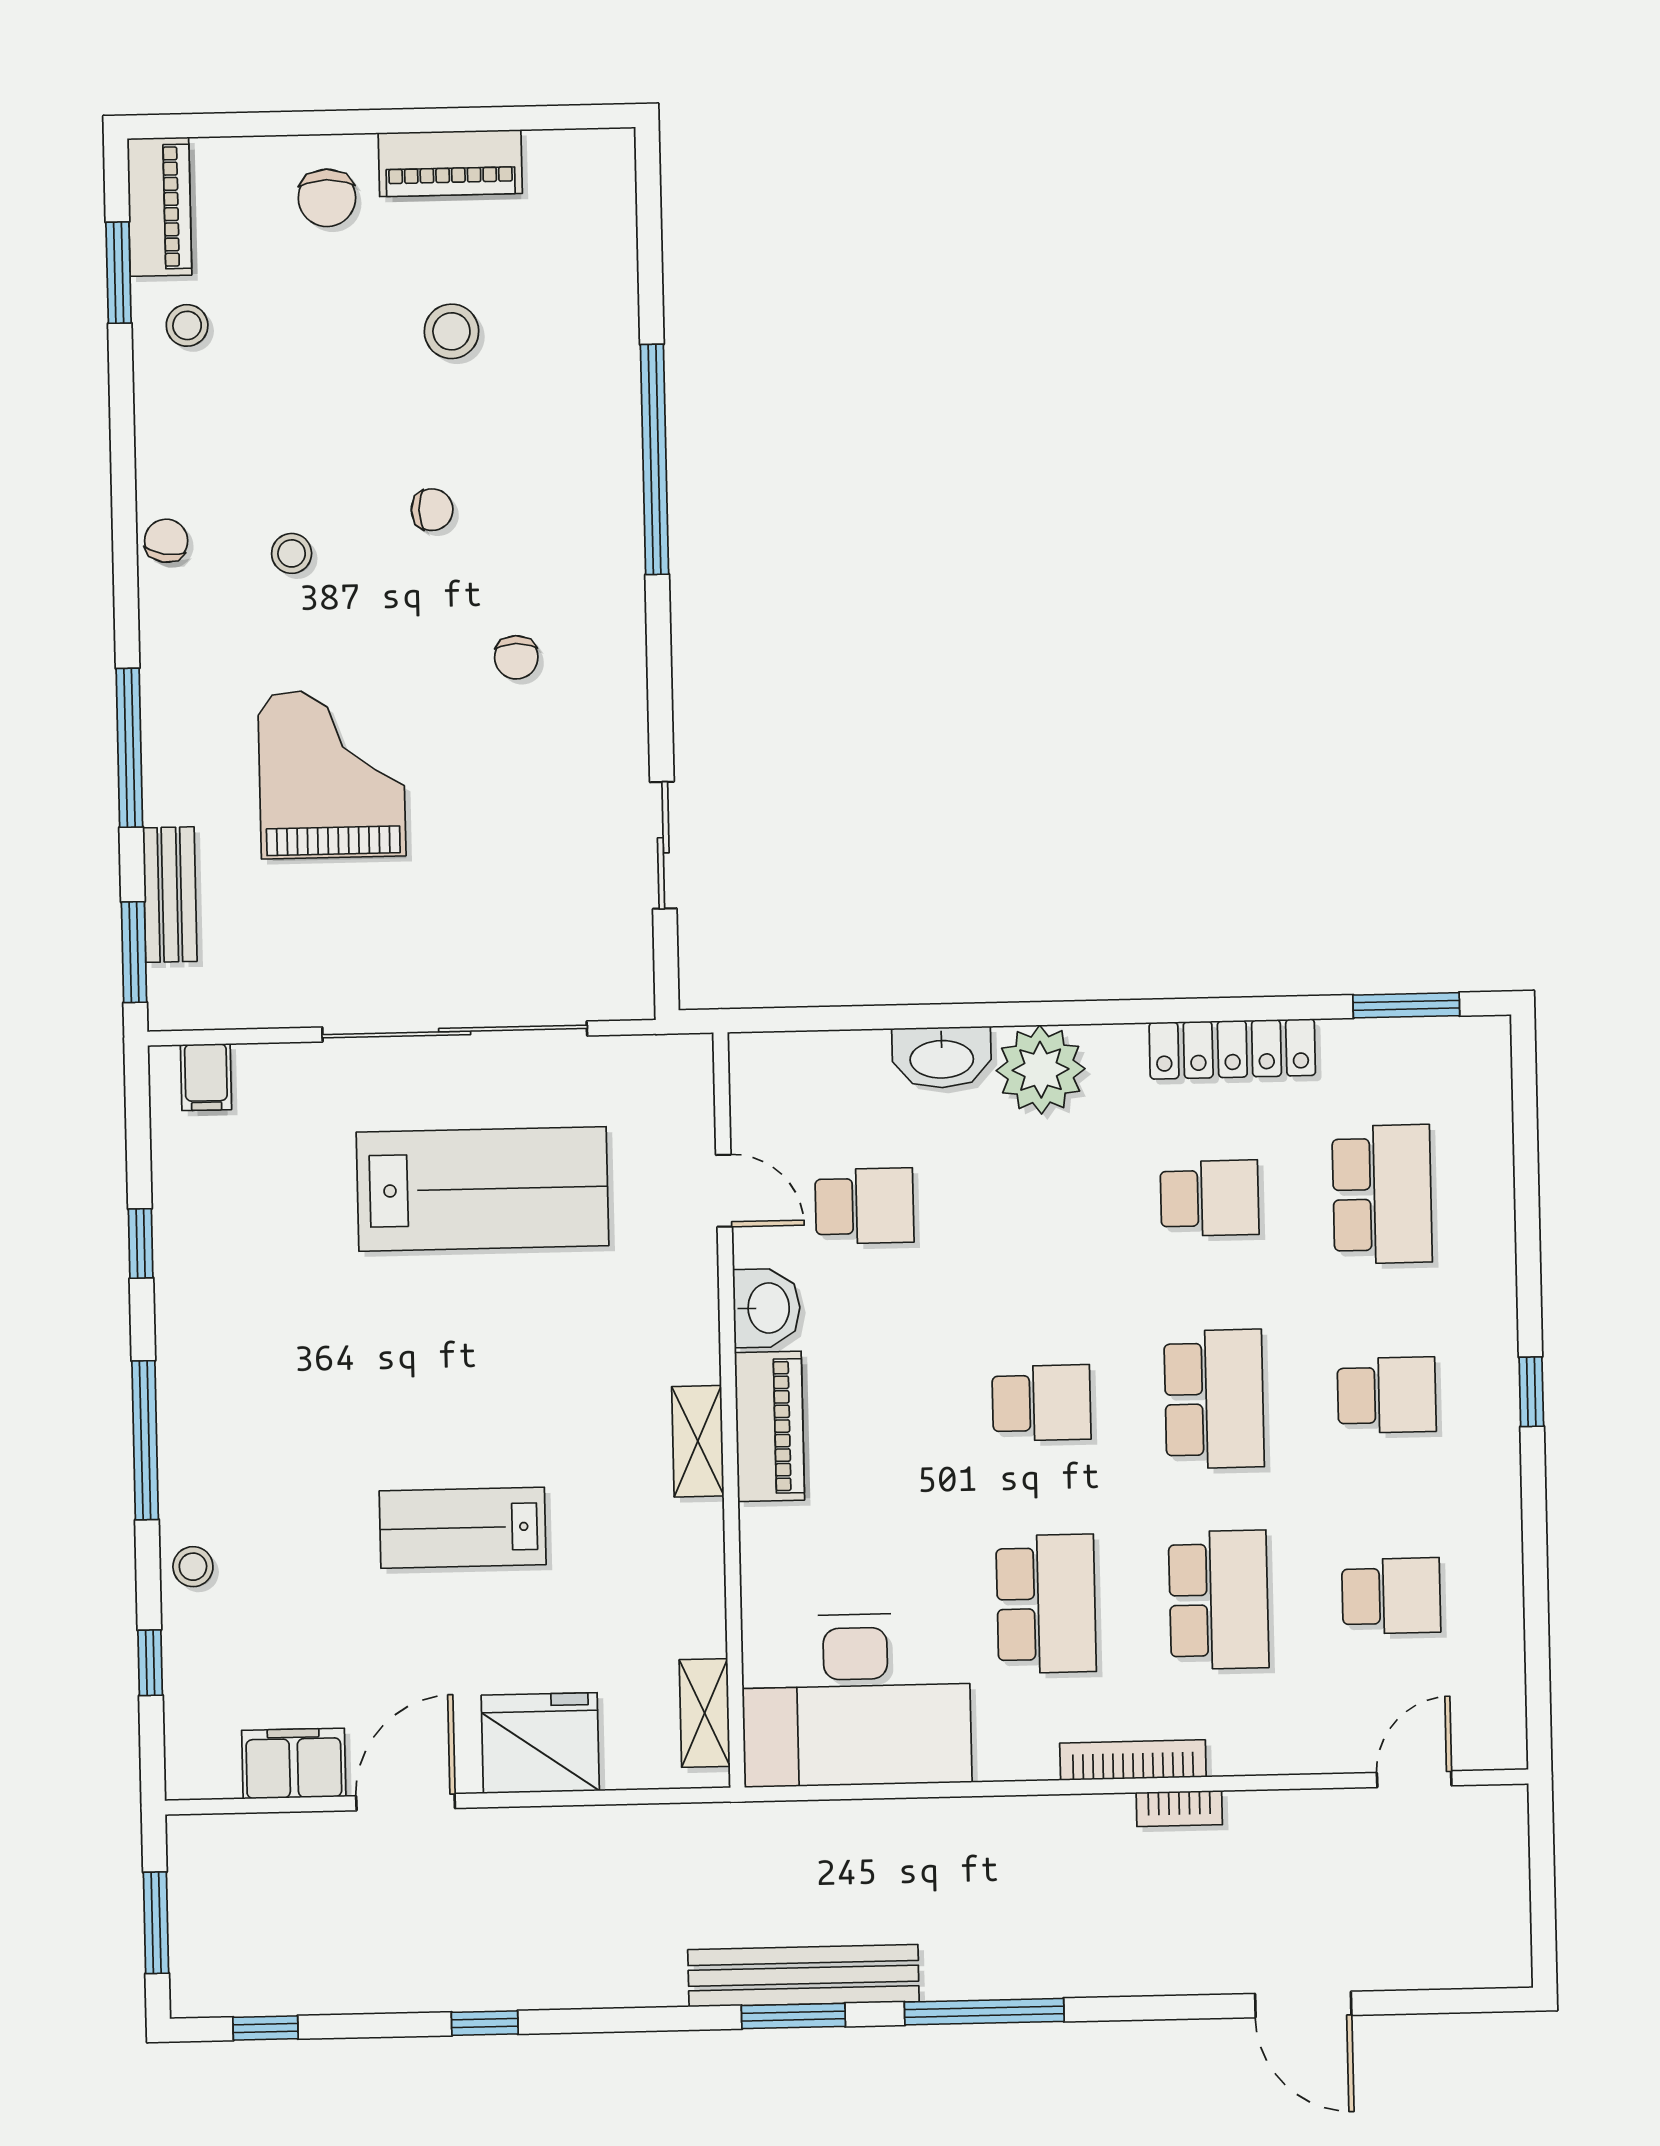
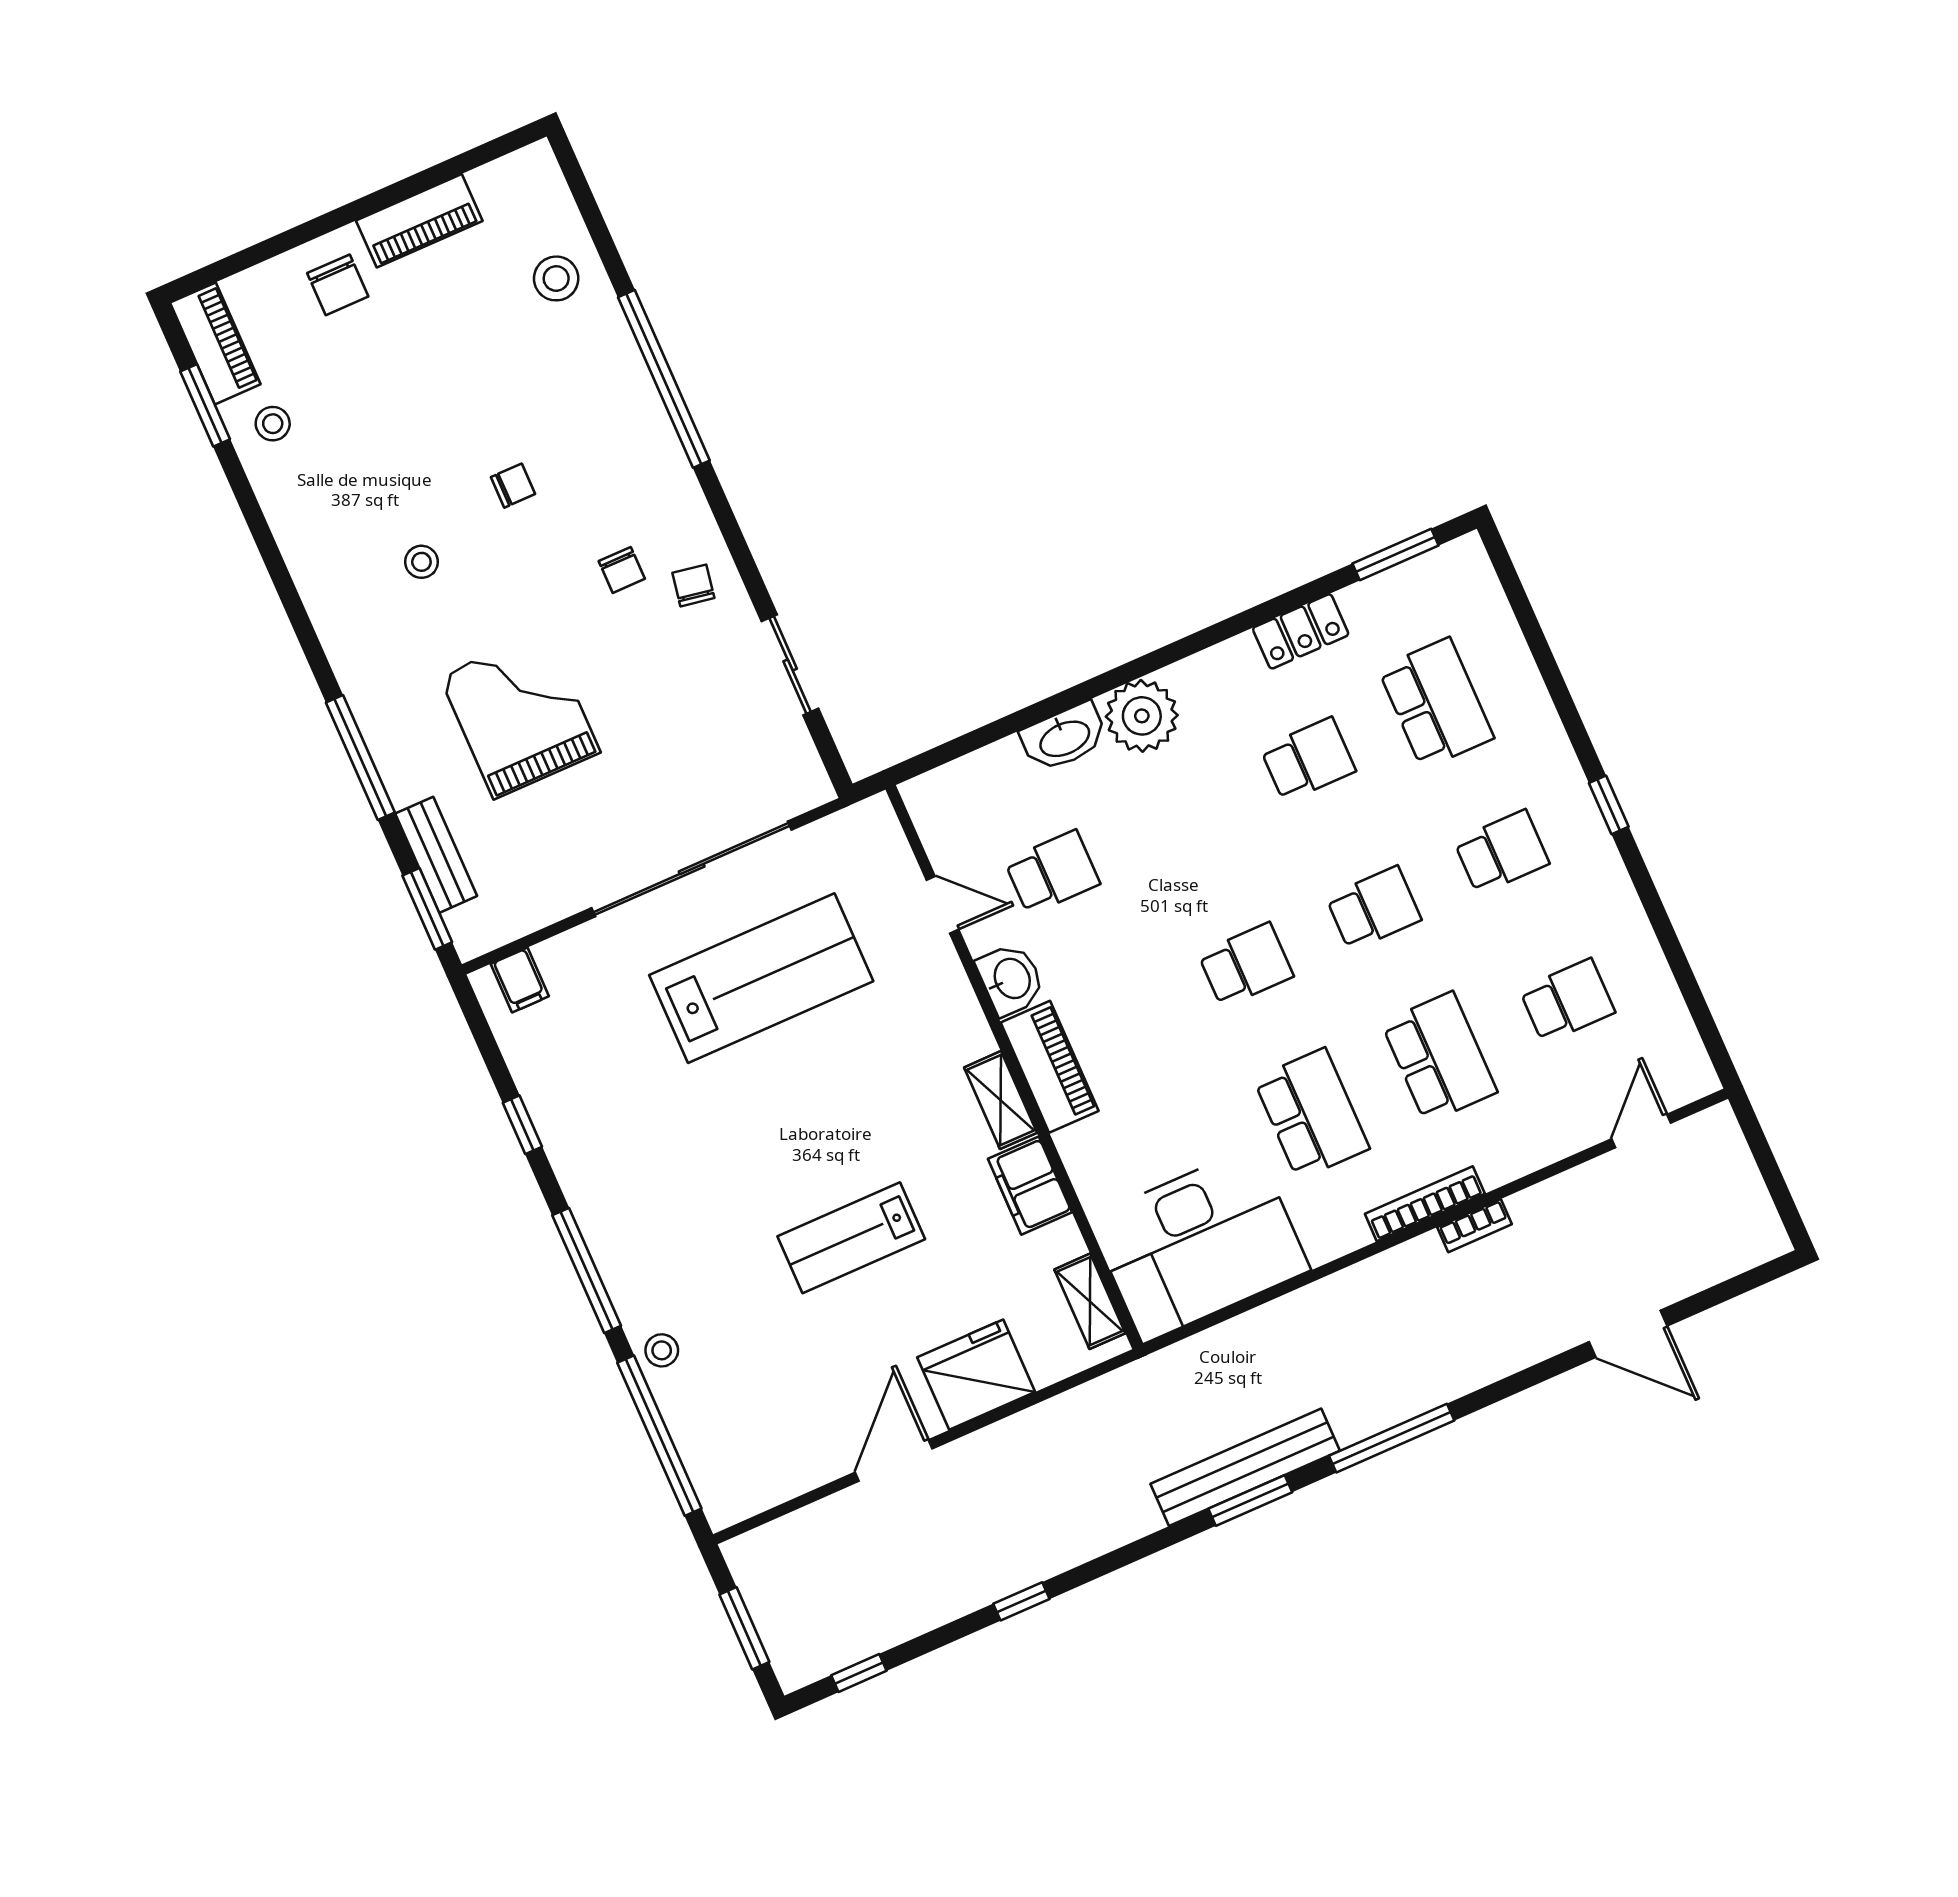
stool: (451, 331) -> (556, 278), moved
chair: (166, 541) -> (693, 585), moved
locker: (1232, 1049) -> (1301, 631), width x0.66
school desk: (1214, 1399) -> (1374, 909), width x0.54
window: (150, 1663) -> (659, 1436), width x3.17
filing cabinet: (294, 1763) -> (1030, 1186), moved, turned -90

